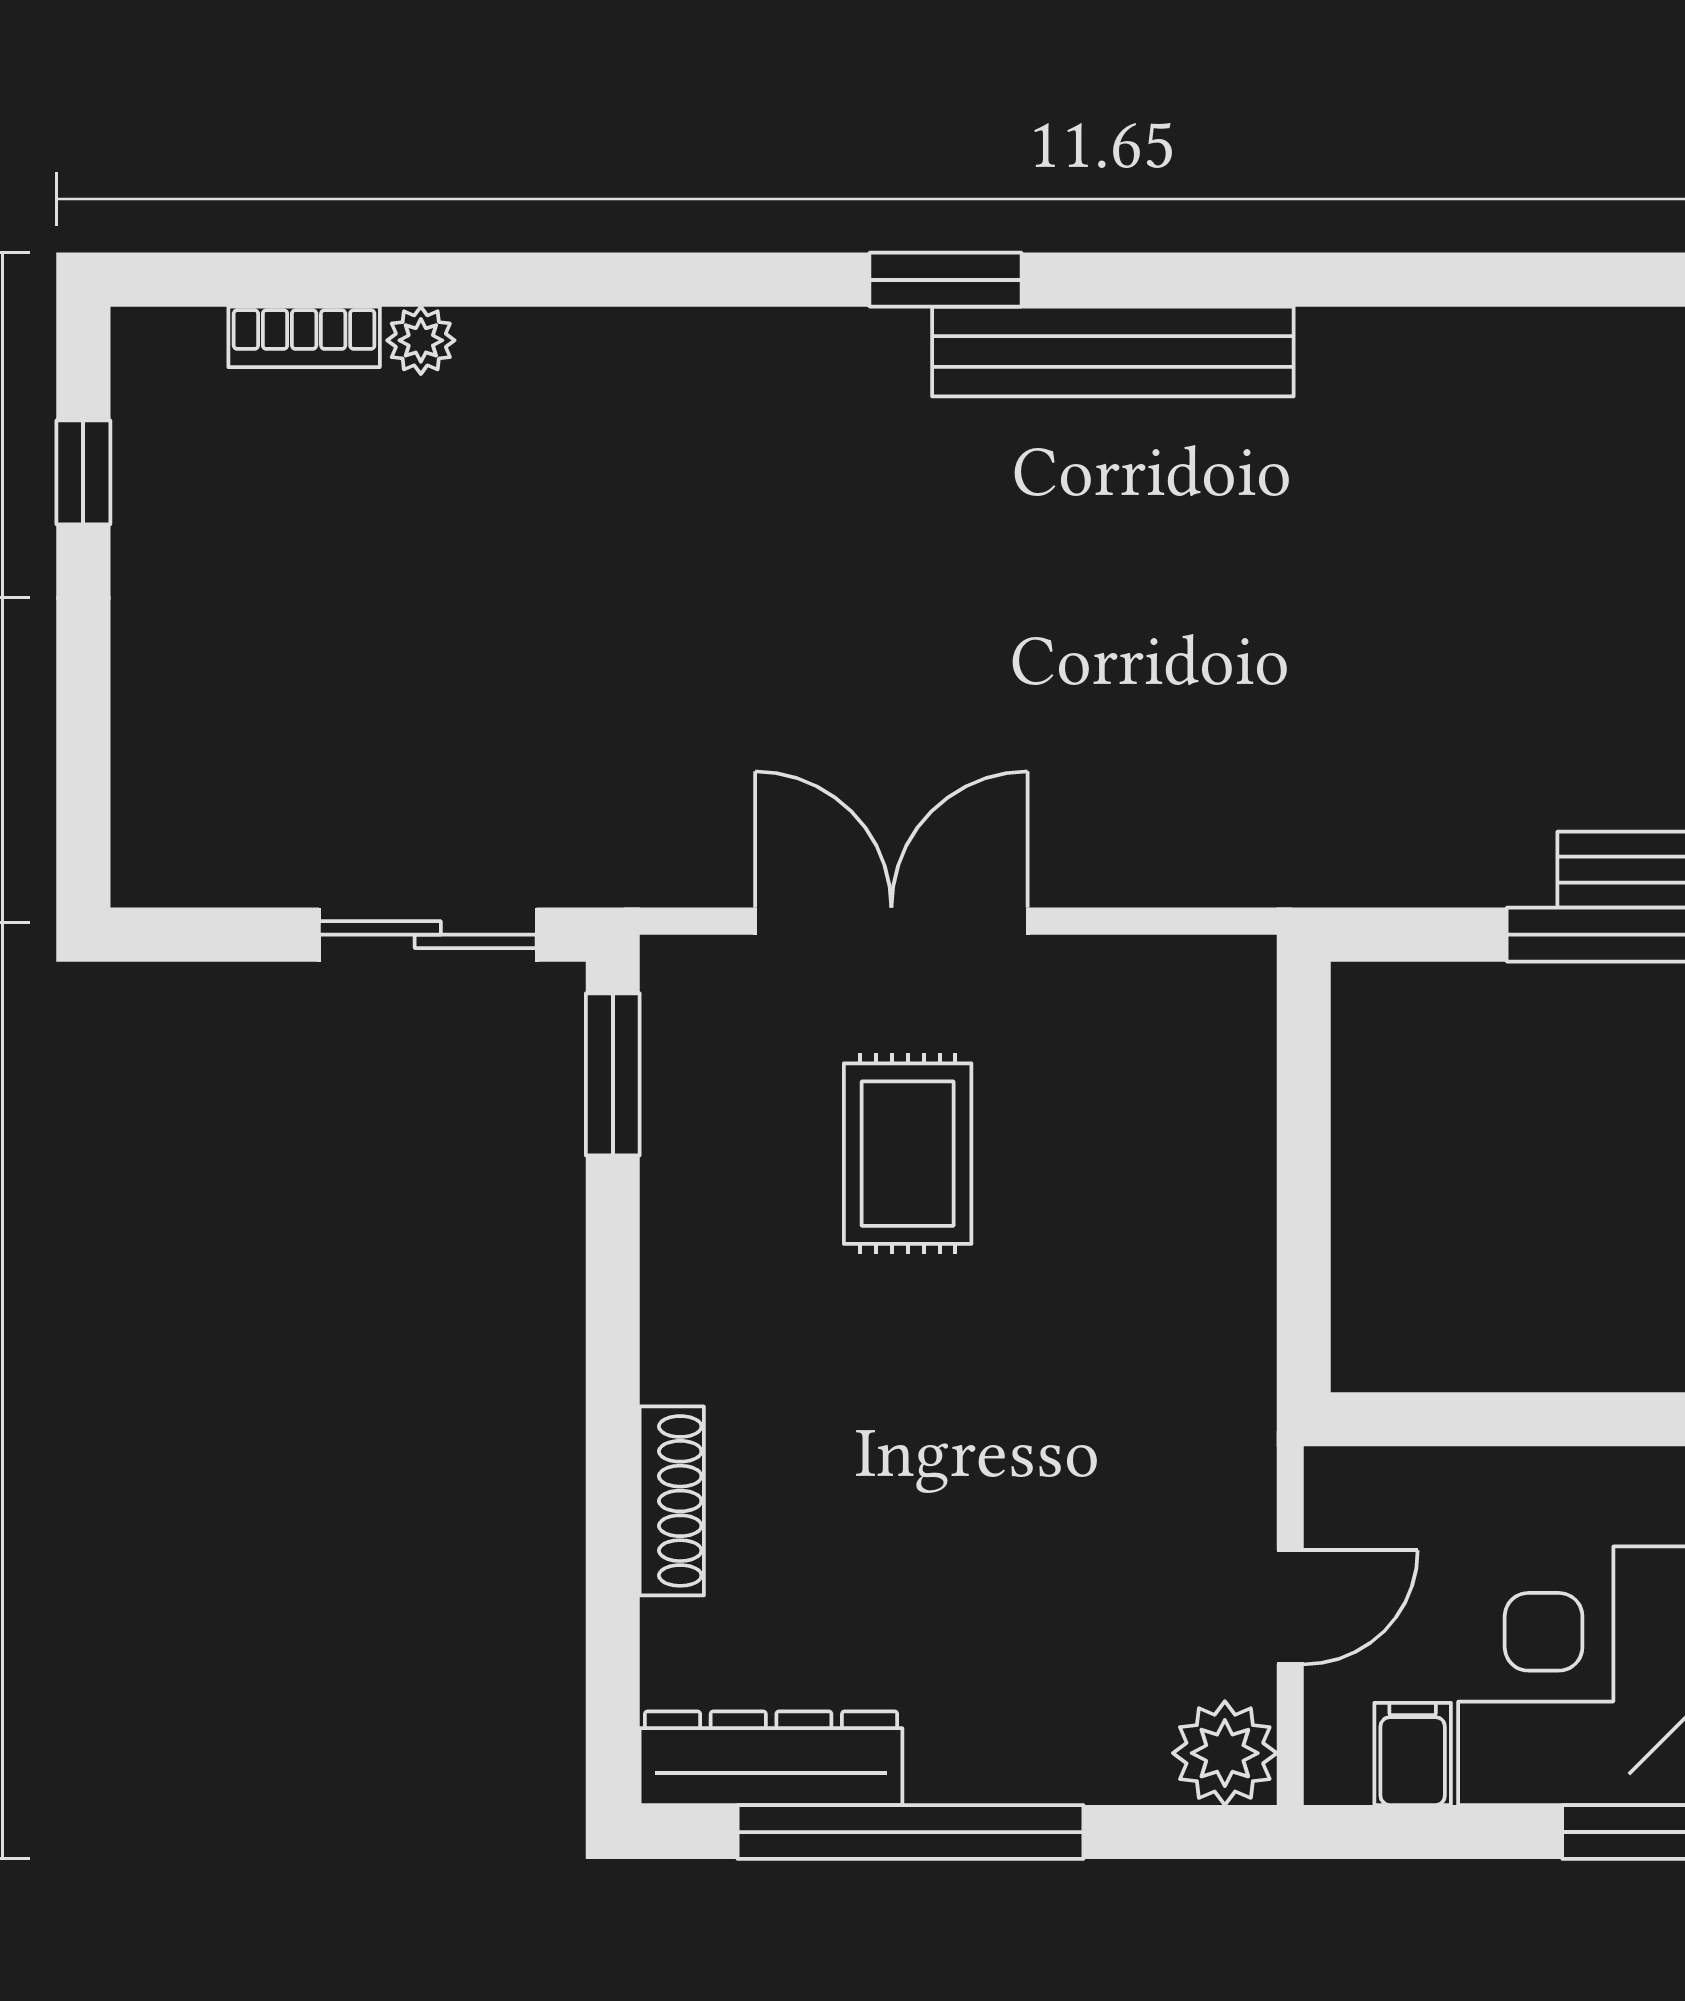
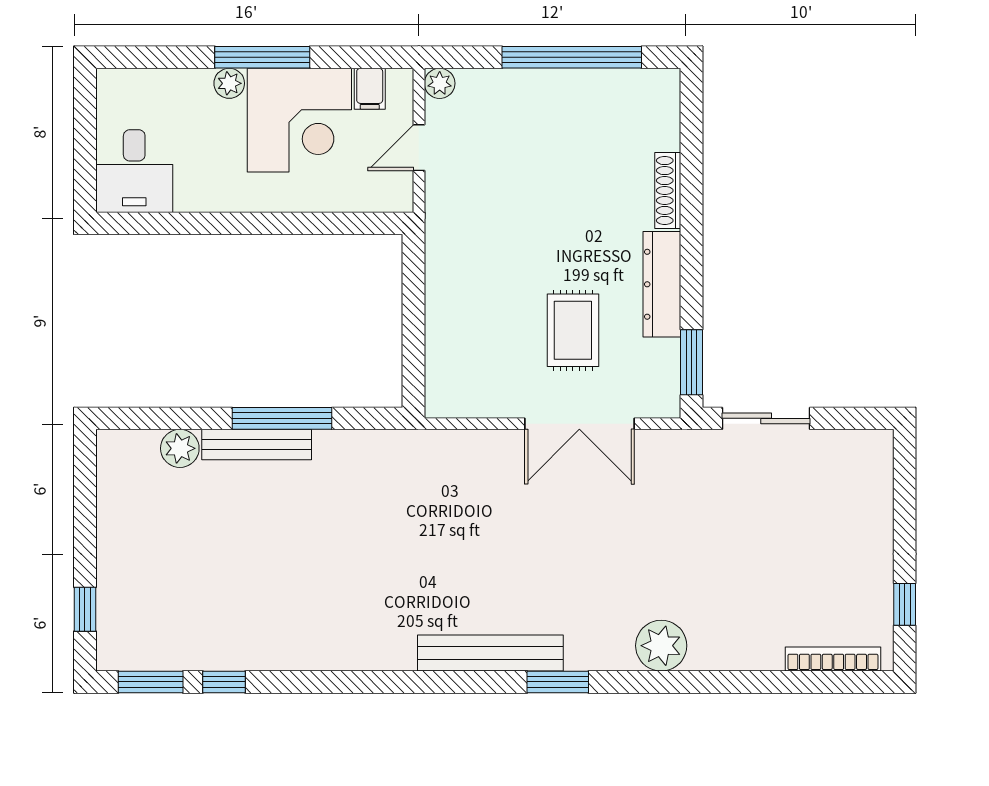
bookcase: (304, 337) -> (833, 659), width x1.56
plant: (421, 340) -> (661, 646), moved, width x1.88, depth x1.88
plant: (1225, 1753) -> (440, 83), width x0.73, depth x0.73
dresser: (771, 1758) -> (662, 284), moved, turned 90

